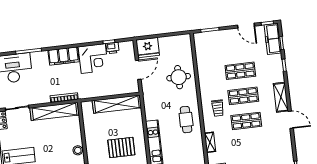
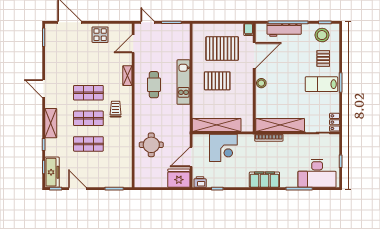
printer: (113, 48) -> (200, 182), moved
corner desk: (93, 58) -> (223, 148), moved, turned 180
shelving: (281, 97) -> (51, 123), moved
cafe table: (186, 120) -> (154, 85), moved

